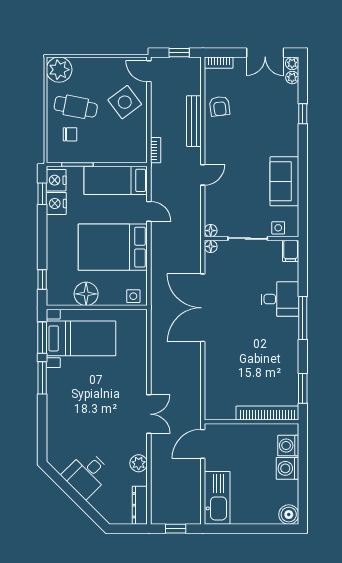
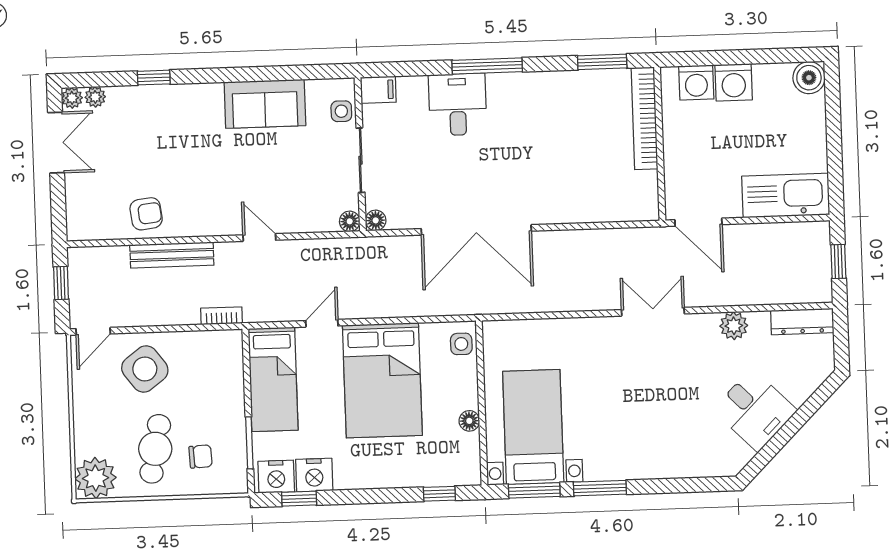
bookcase: (219, 63) -> (75, 218), removed
chair: (70, 134) -> (201, 457), turned 87
floor lamp: (86, 294) -> (469, 421), width x0.53, depth x0.53

